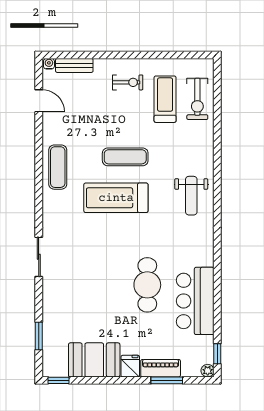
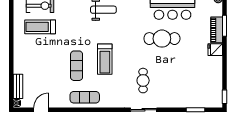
exercise bike: (128, 82) -> (29, 51), removed
exercise mat: (125, 157) -> (77, 66), moved
treadmill: (116, 198) -> (105, 59), width x0.73, depth x0.73
cafe table: (83, 256) -> (143, 81), added
booth: (94, 360) -> (211, 73), removed

